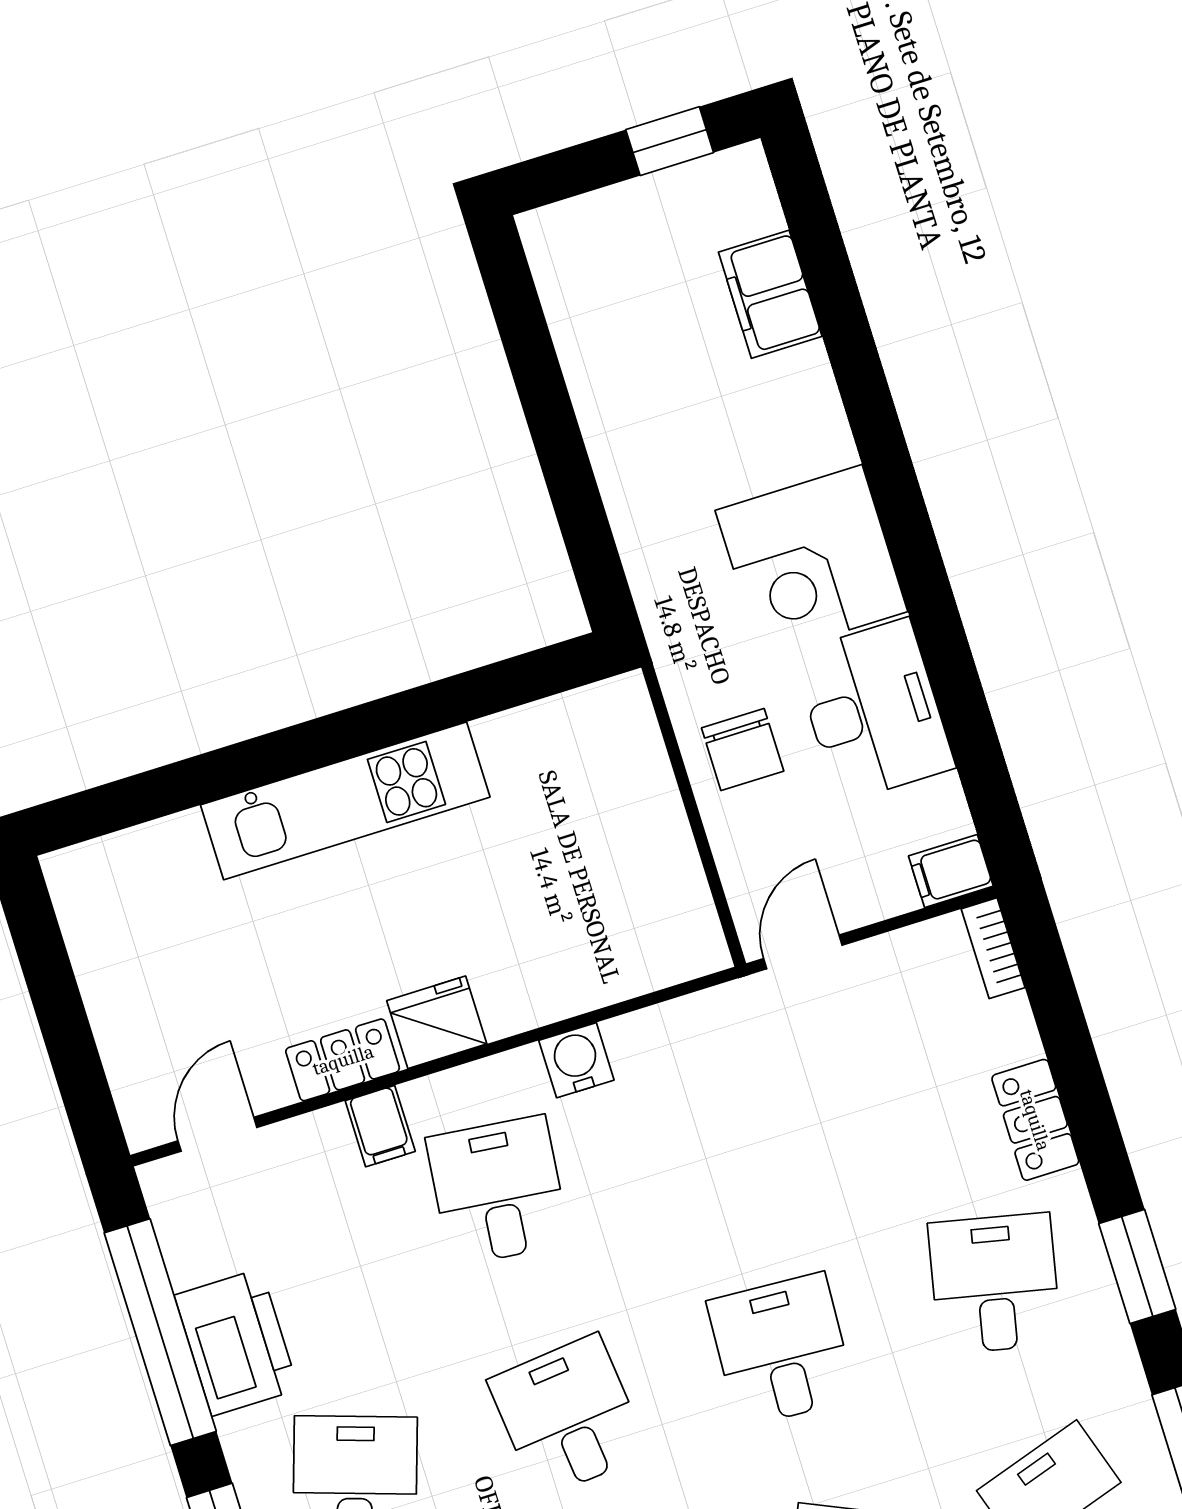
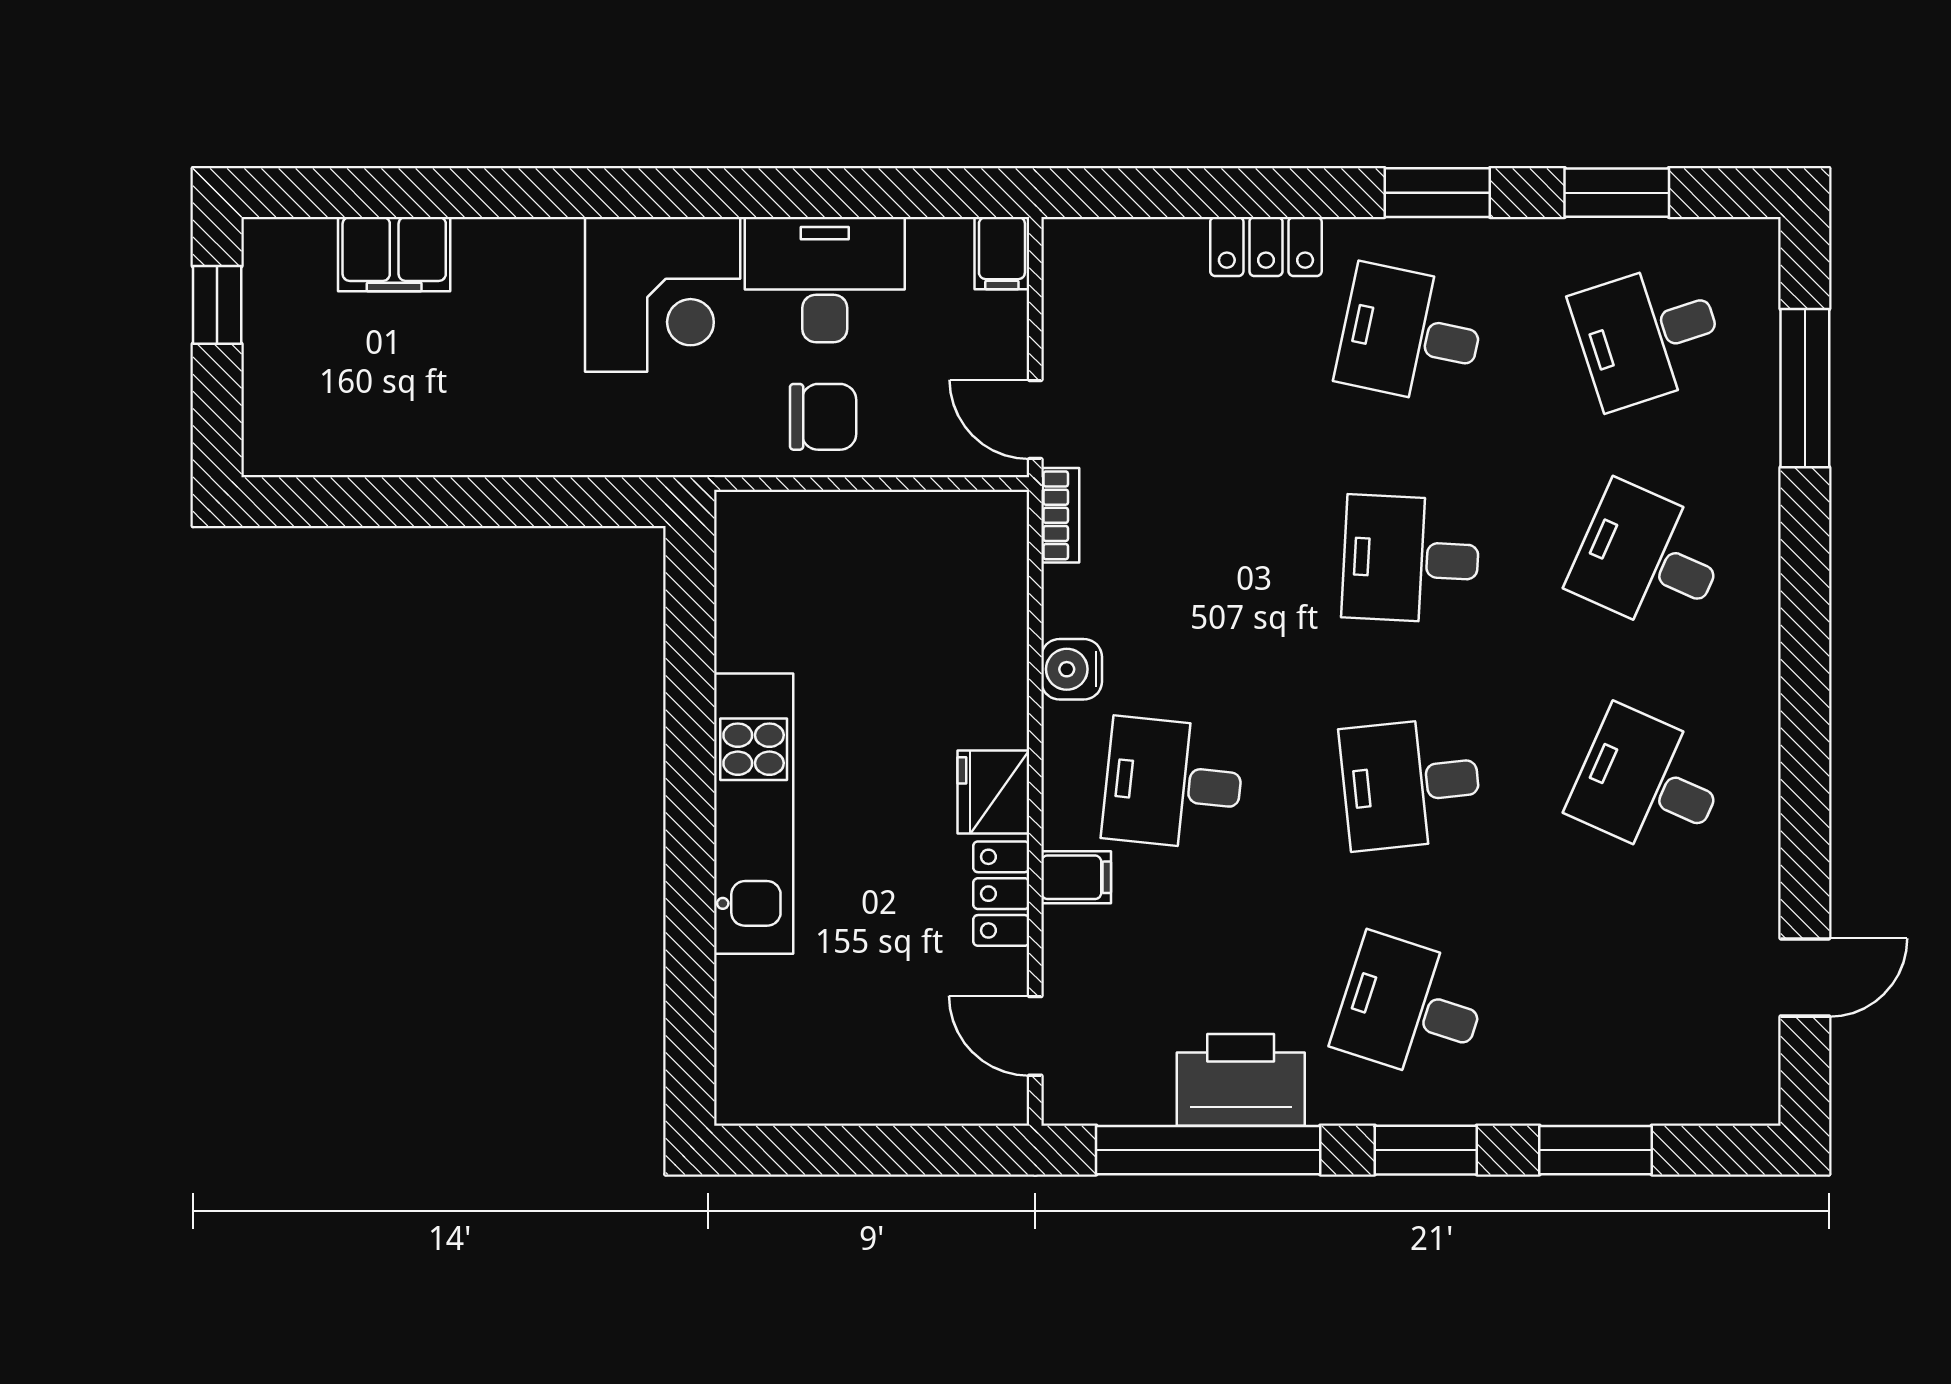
bookcase: (993, 948) -> (1060, 515), moved, turned -90

